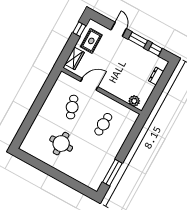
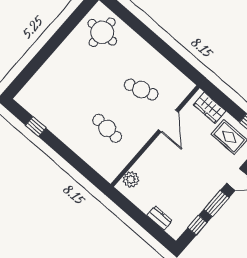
round table: (61, 144) -> (102, 32), moved
window: (112, 173) -> (36, 127), width x0.46

